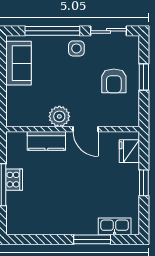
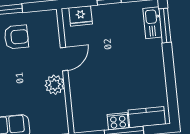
kitchen counter: (46, 141) -> (147, 117), moved, turned -90
window: (92, 239) -> (165, 26), moved

